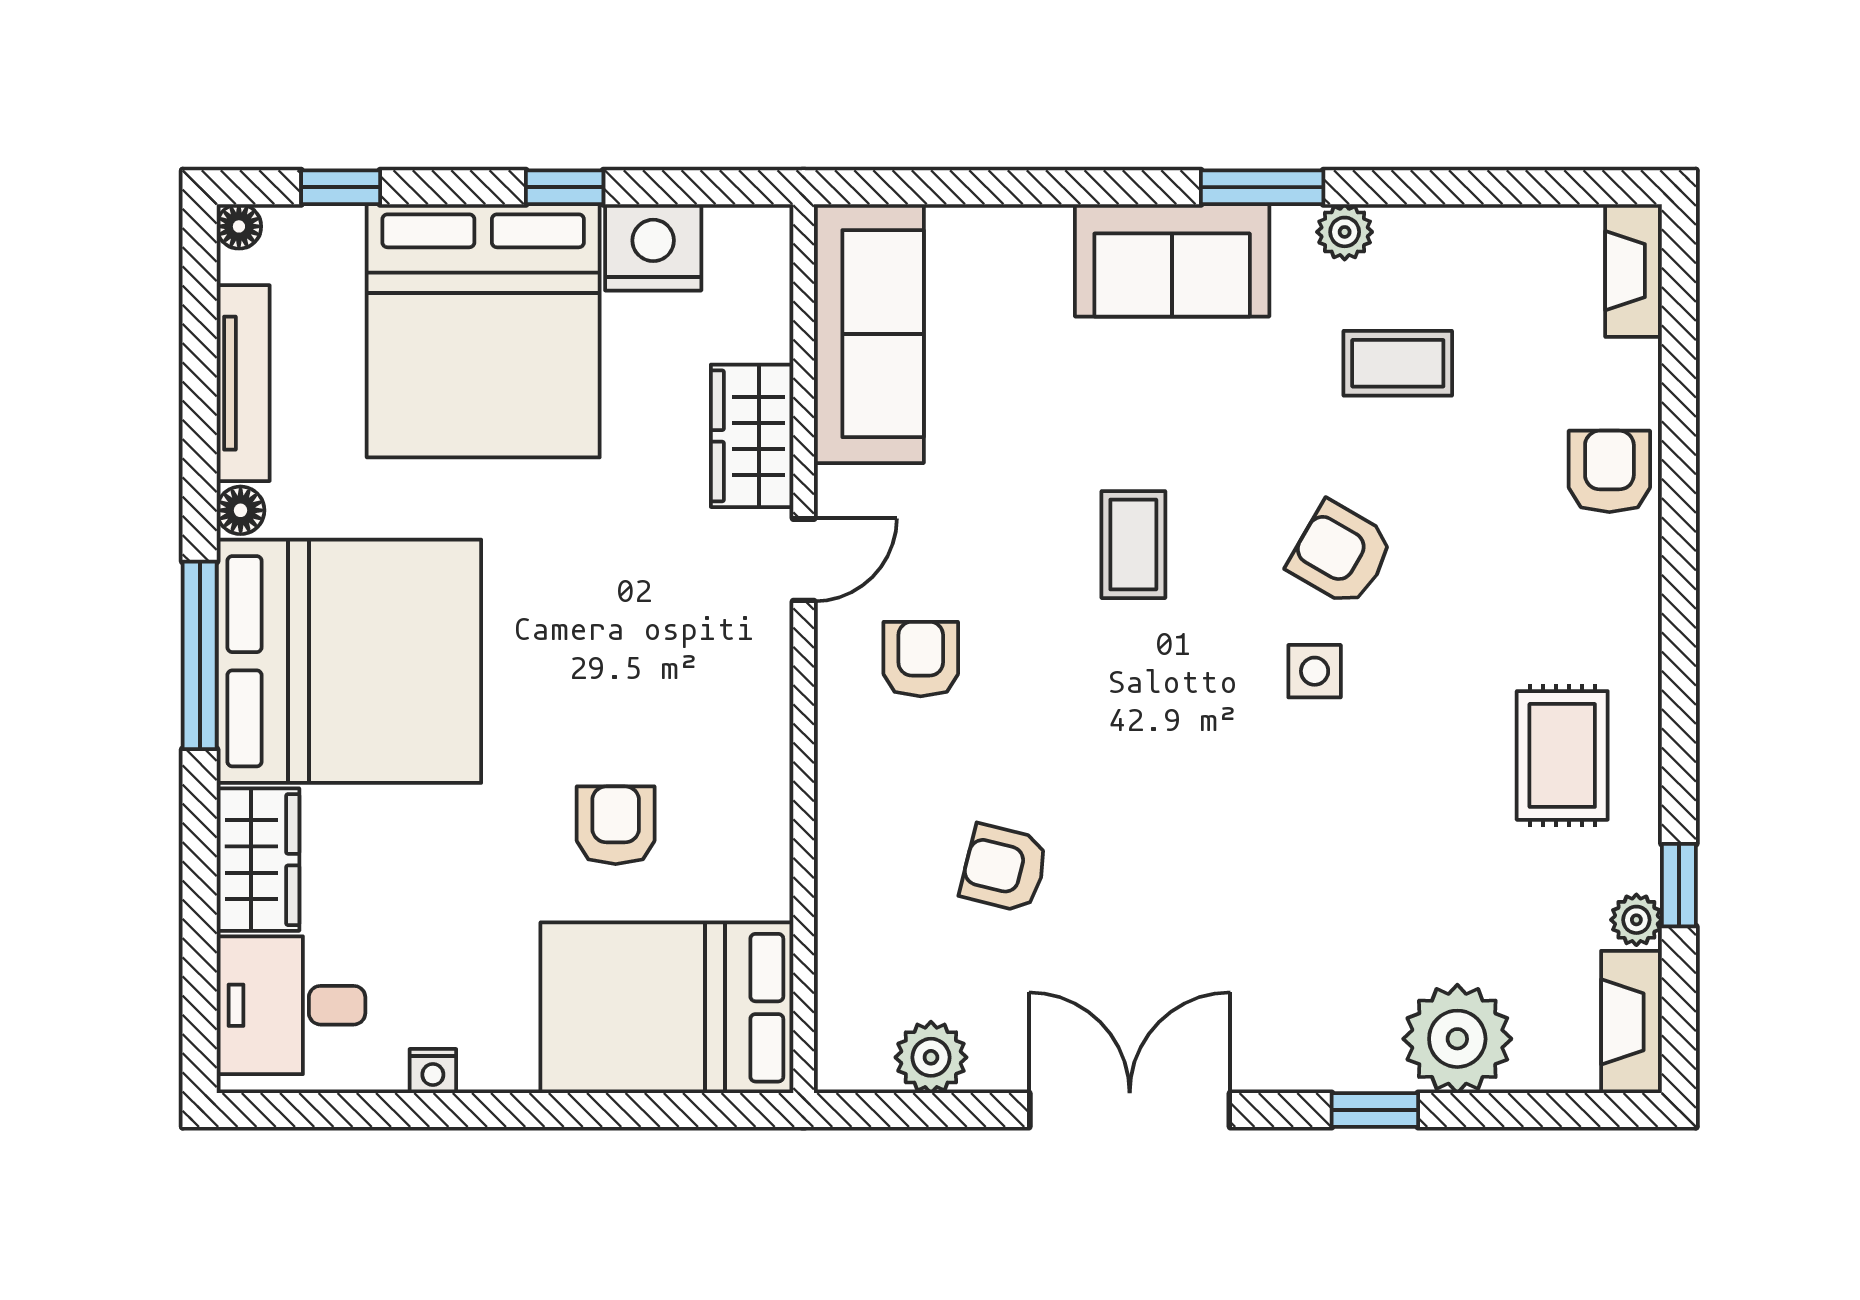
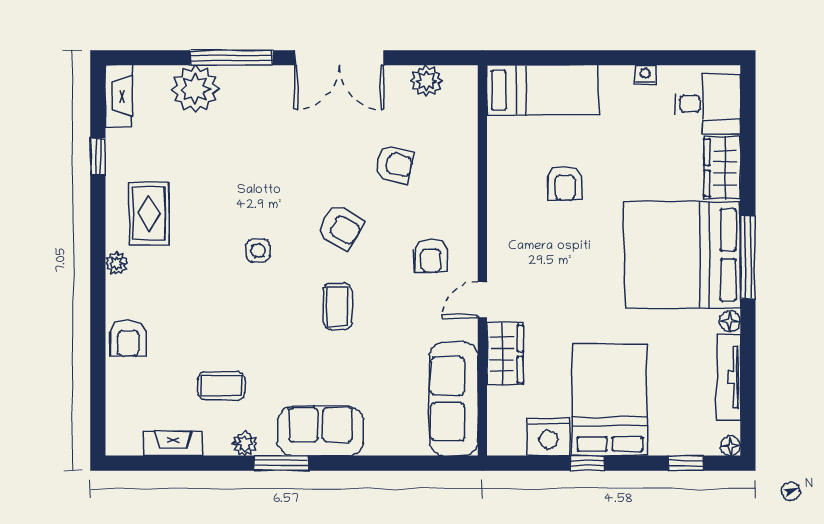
fireplace: (1634, 271) -> (173, 443), moved, turned -90
bed: (483, 331) -> (610, 400), width x0.73
armchair: (1341, 554) -> (340, 227), moved
plant: (1636, 920) -> (116, 263), moved
bed: (667, 1008) -> (542, 90), width x0.67
window: (1375, 1110) -> (231, 58), width x2.17

